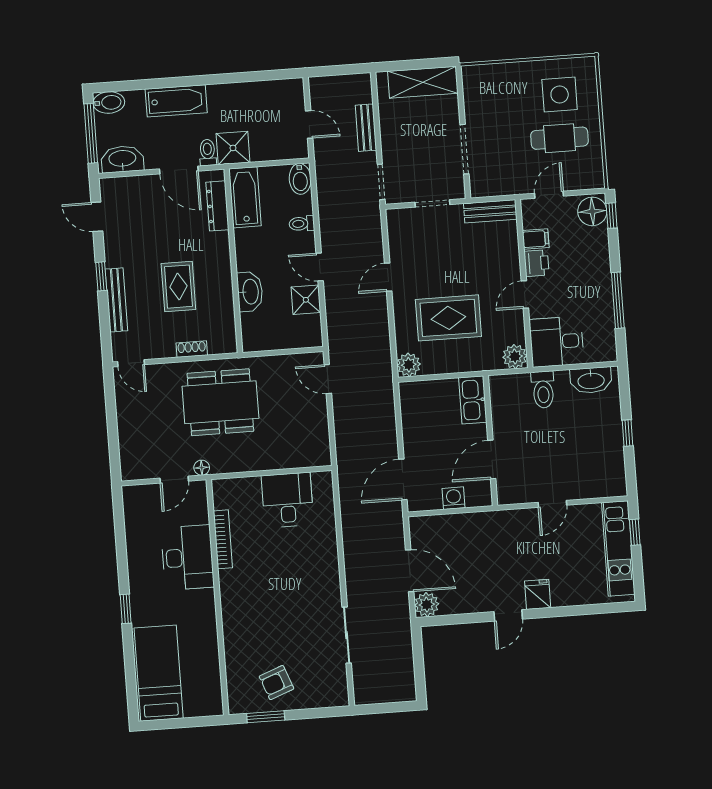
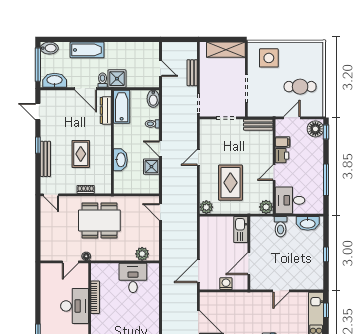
side table: (560, 95) -> (269, 58), moved
rug: (448, 318) -> (230, 183), turned 90
plant: (301, 456) -> (142, 254), added

